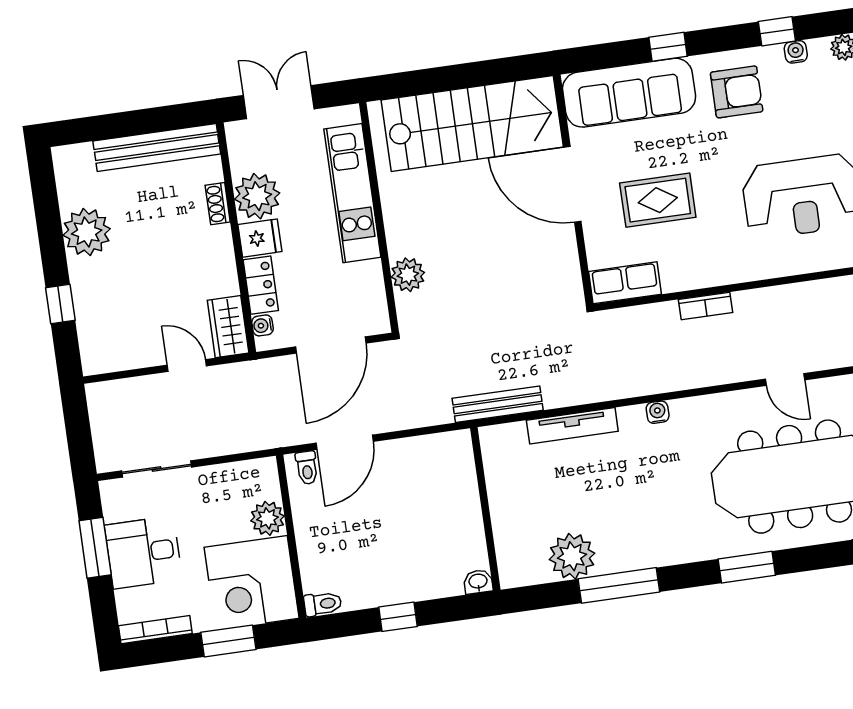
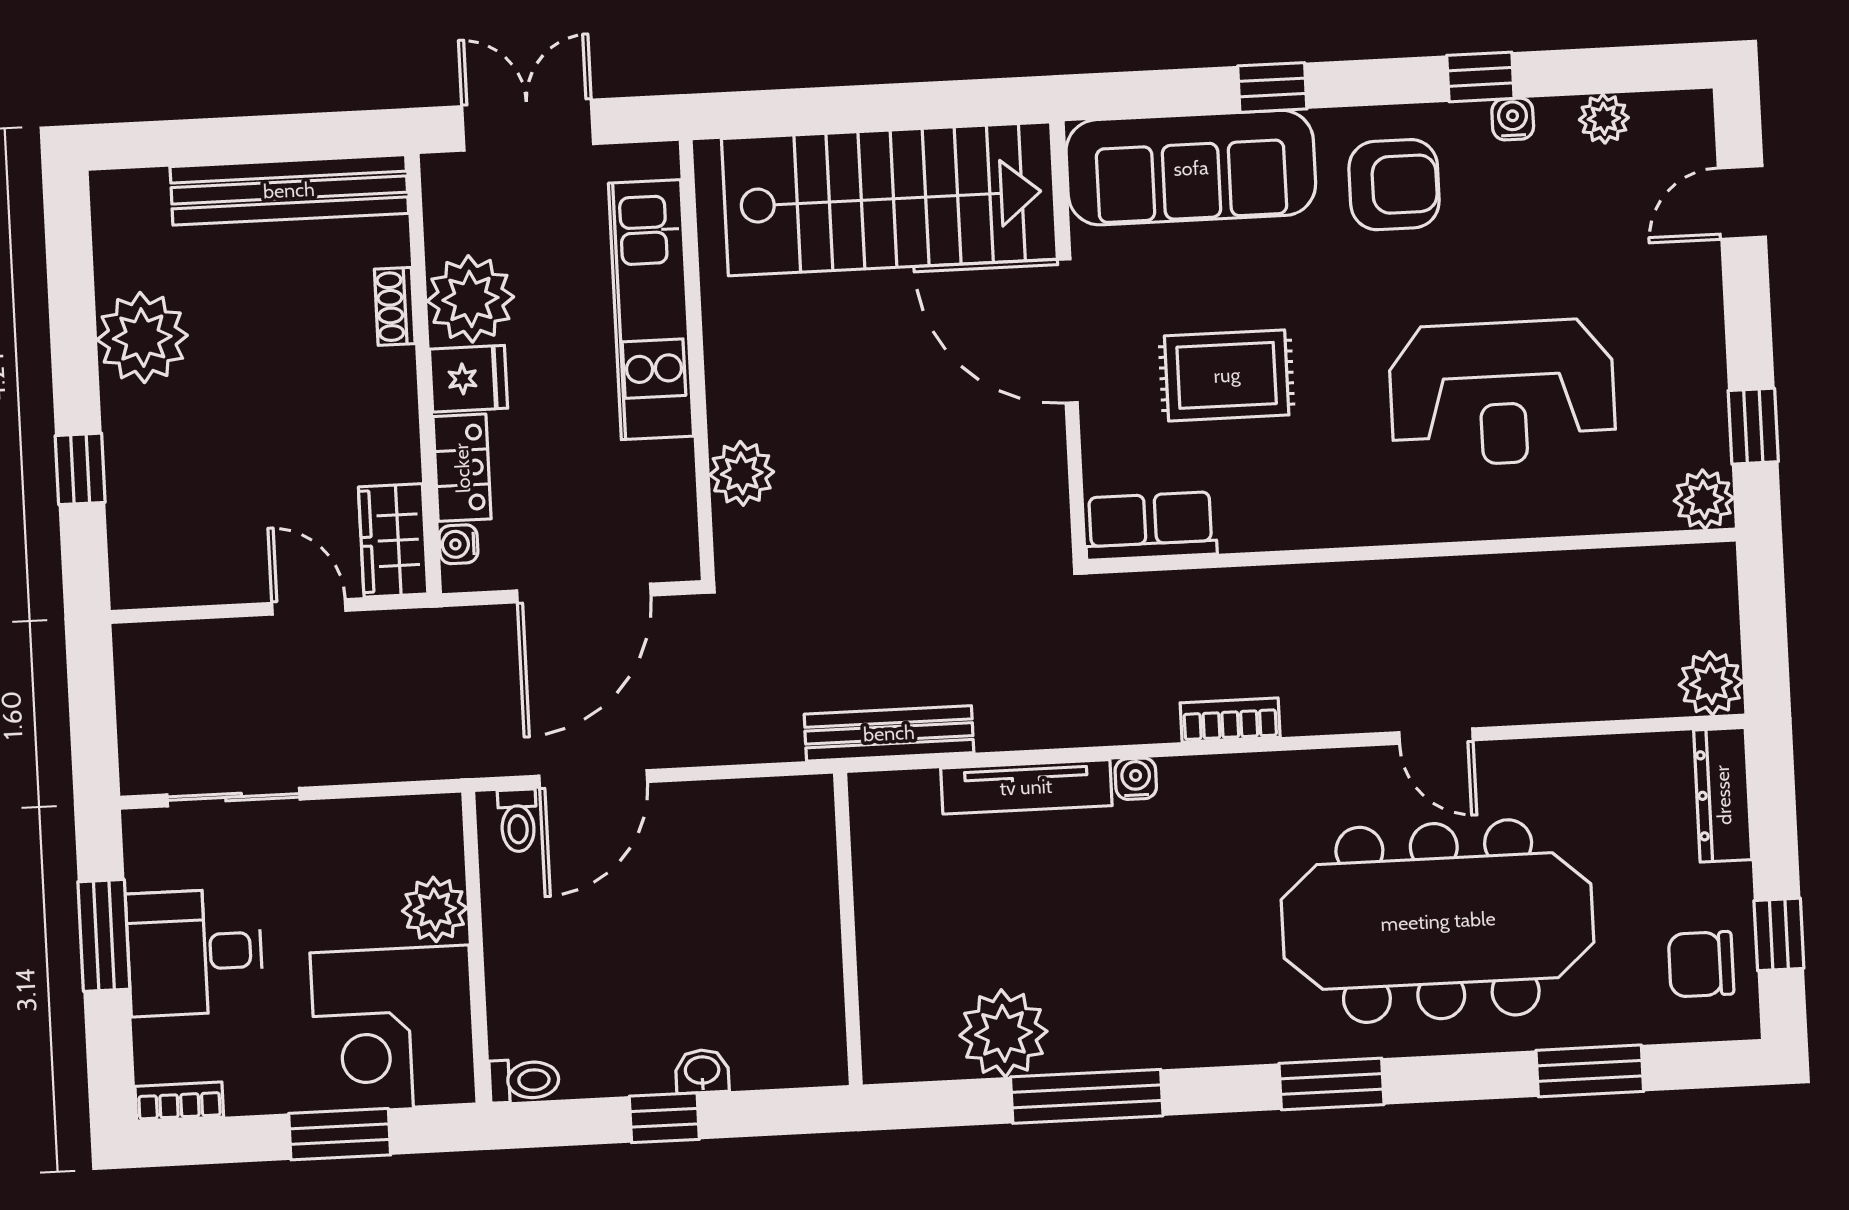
bookcase: (705, 306) -> (1230, 720), moved, turned 180
water cooler: (658, 412) -> (1136, 779), moved
washbasin: (478, 582) -> (702, 1071), moved
bookcase: (155, 630) -> (179, 1102), width x0.64

